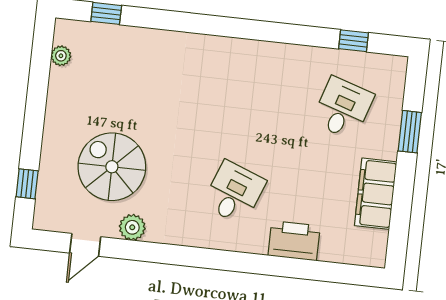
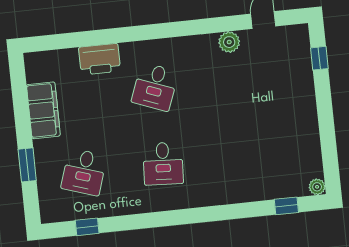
plant: (61, 56) -> (317, 187), moved
desk: (245, 97) -> (163, 164), added
spiral stairs: (112, 167) -> (256, 86), removed

